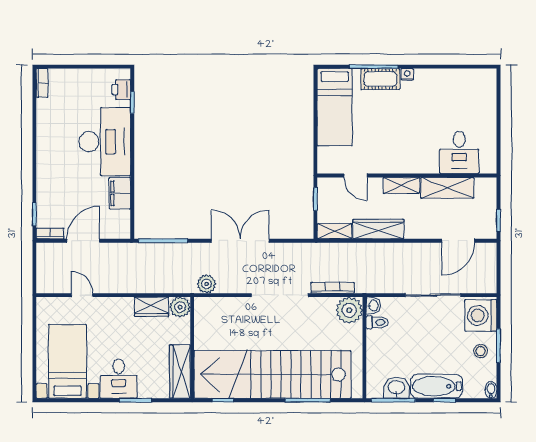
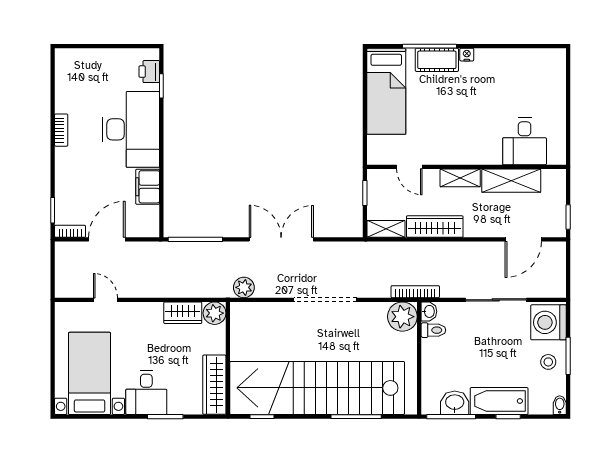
bookcase: (42, 83) -> (61, 130), moved
bookcase: (333, 288) -> (415, 292), moved

